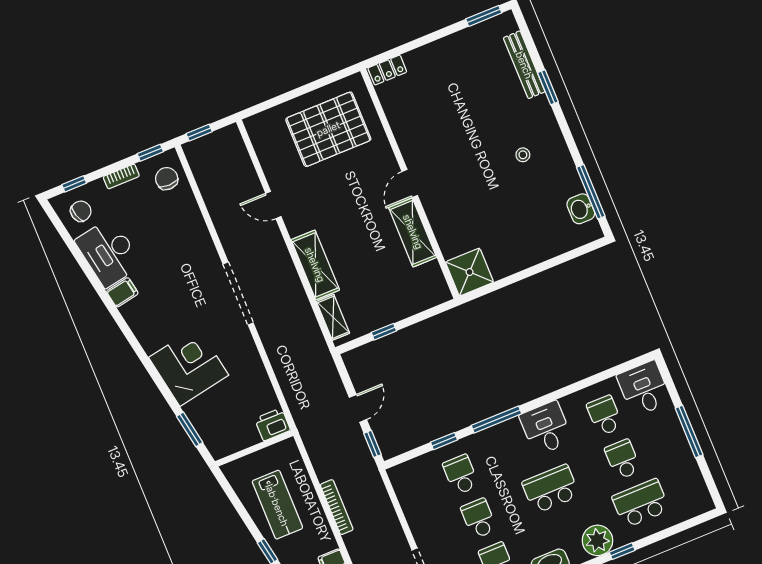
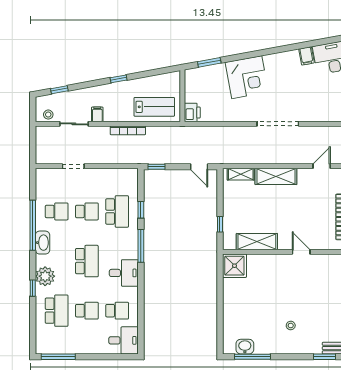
shelving: (413, 232) -> (257, 242), moved
window: (384, 332) -> (220, 224), moved
door: (358, 408) -> (199, 167), moved
window: (689, 431) -> (58, 357), moved
school desk: (461, 475) -> (117, 211), width x1.85
lab bench: (277, 505) -> (154, 107), moved, turned 180

